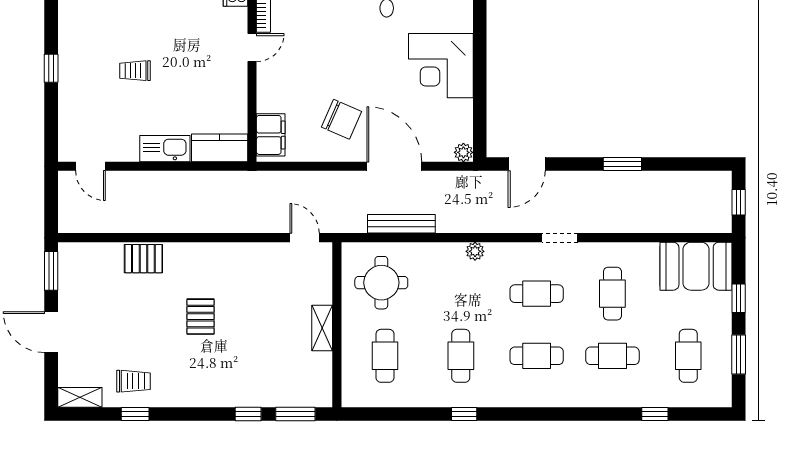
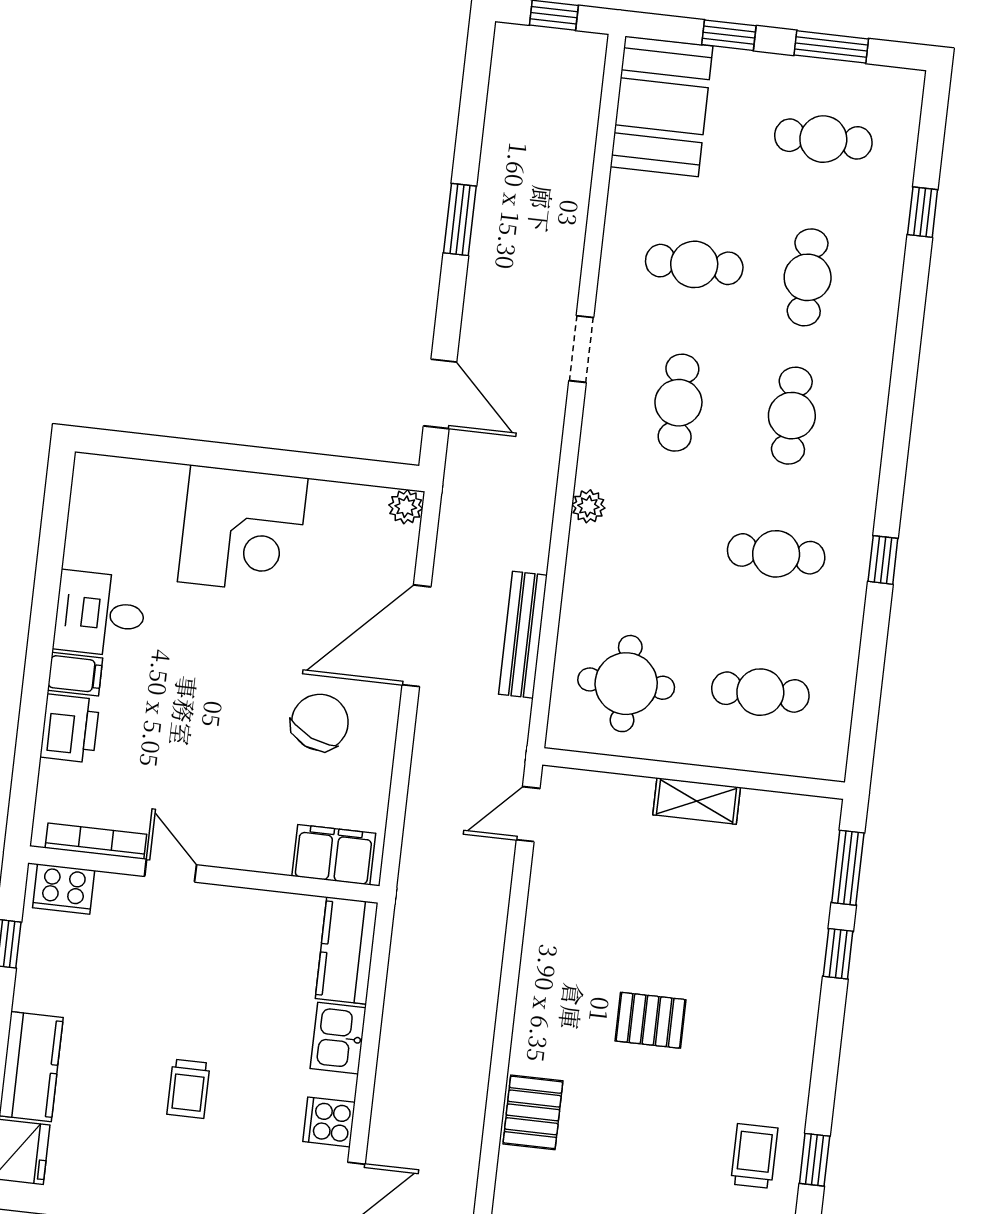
cooker: (126, 149) -> (329, 1122), added
kitchen sink: (165, 149) -> (338, 1038), width x0.73

